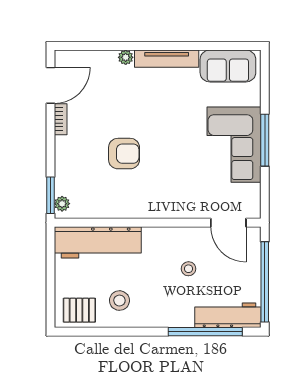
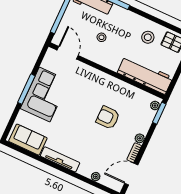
plant: (126, 57) -> (96, 177), moved
plant: (62, 144) -> (140, 138), added

